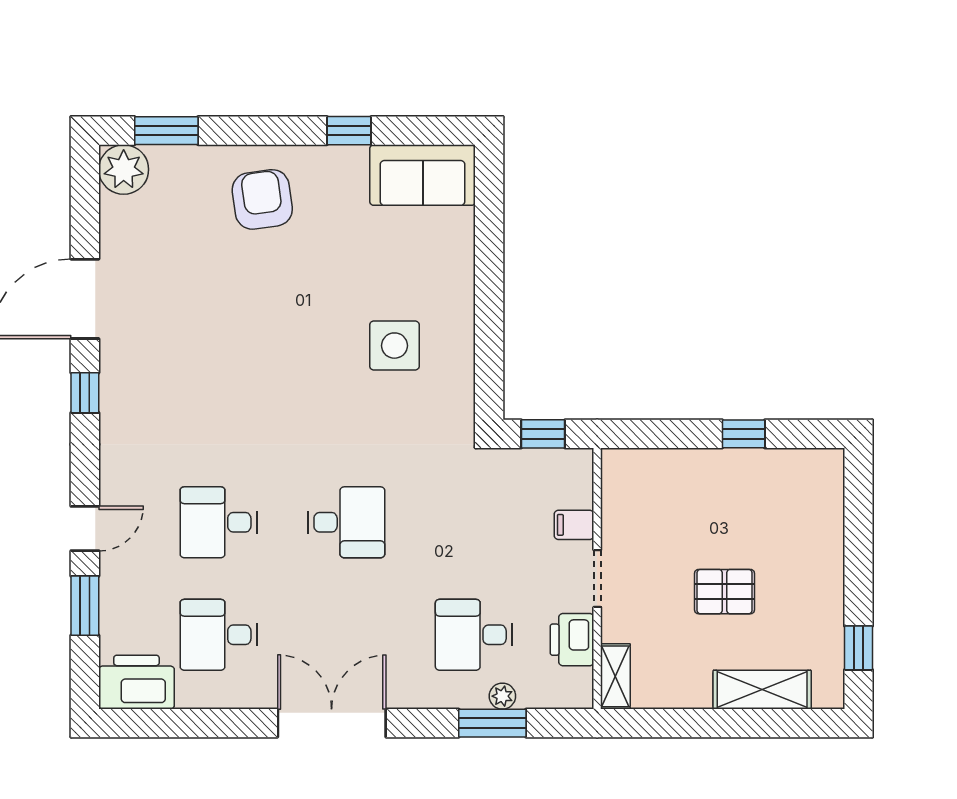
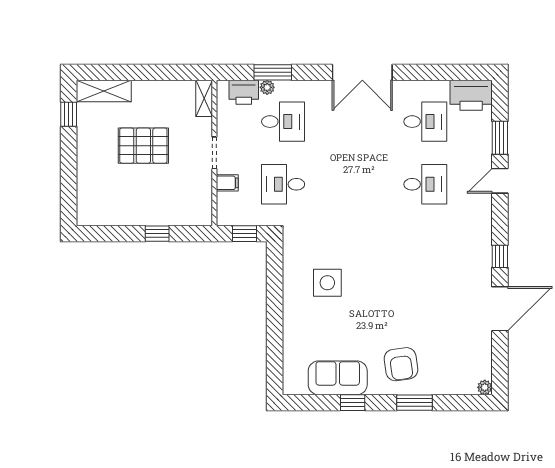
window: (166, 131) -> (415, 403), moved
plant: (124, 169) -> (485, 387), width x0.53, depth x0.53
sofa: (423, 175) -> (338, 378), moved
window: (744, 434) -> (157, 234), moved
desk: (346, 522) -> (283, 184), moved
pallet: (725, 592) -> (143, 146), width x1.50, depth x1.42
printer: (572, 640) -> (244, 92), moved, turned 90
shelving: (762, 690) -> (104, 91), moved

